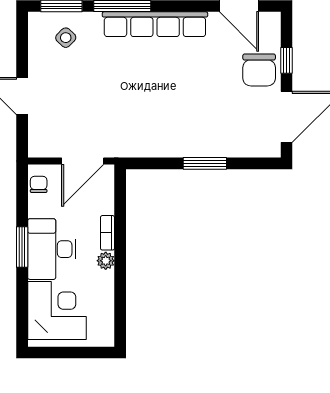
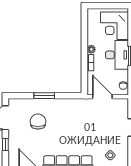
chair: (259, 70) -> (38, 122), moved
door: (83, 161) -> (102, 97), hinge flipped

